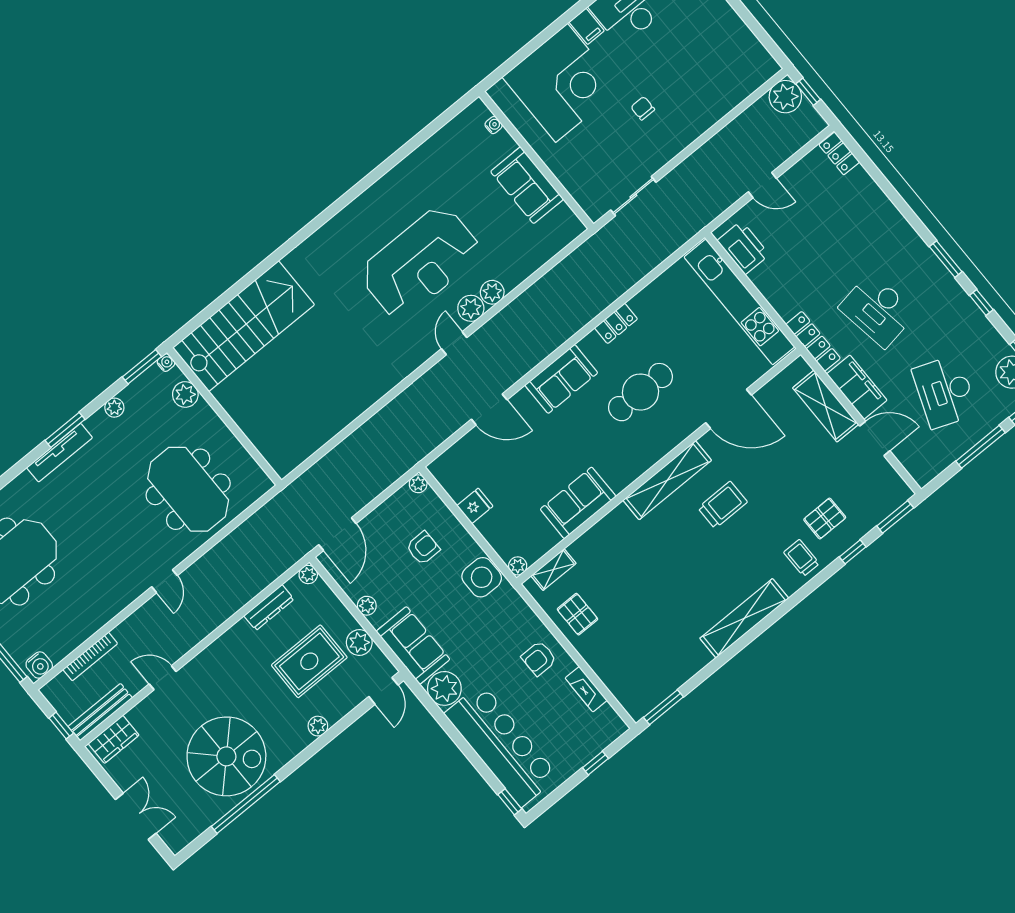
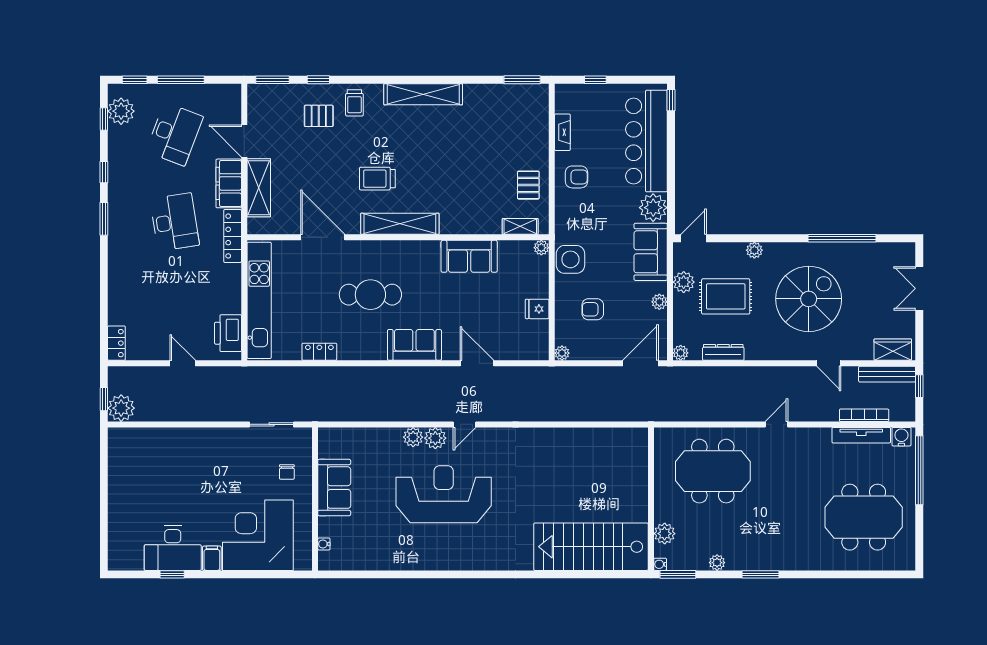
chair: (643, 108) -> (287, 472), moved
locker: (616, 323) -> (319, 352), moved
tv unit: (60, 453) -> (861, 435), moved, turned 180
meeting table: (188, 489) -> (713, 471), turned 90
spiral stairs: (226, 756) -> (809, 299), moved, turned 90

